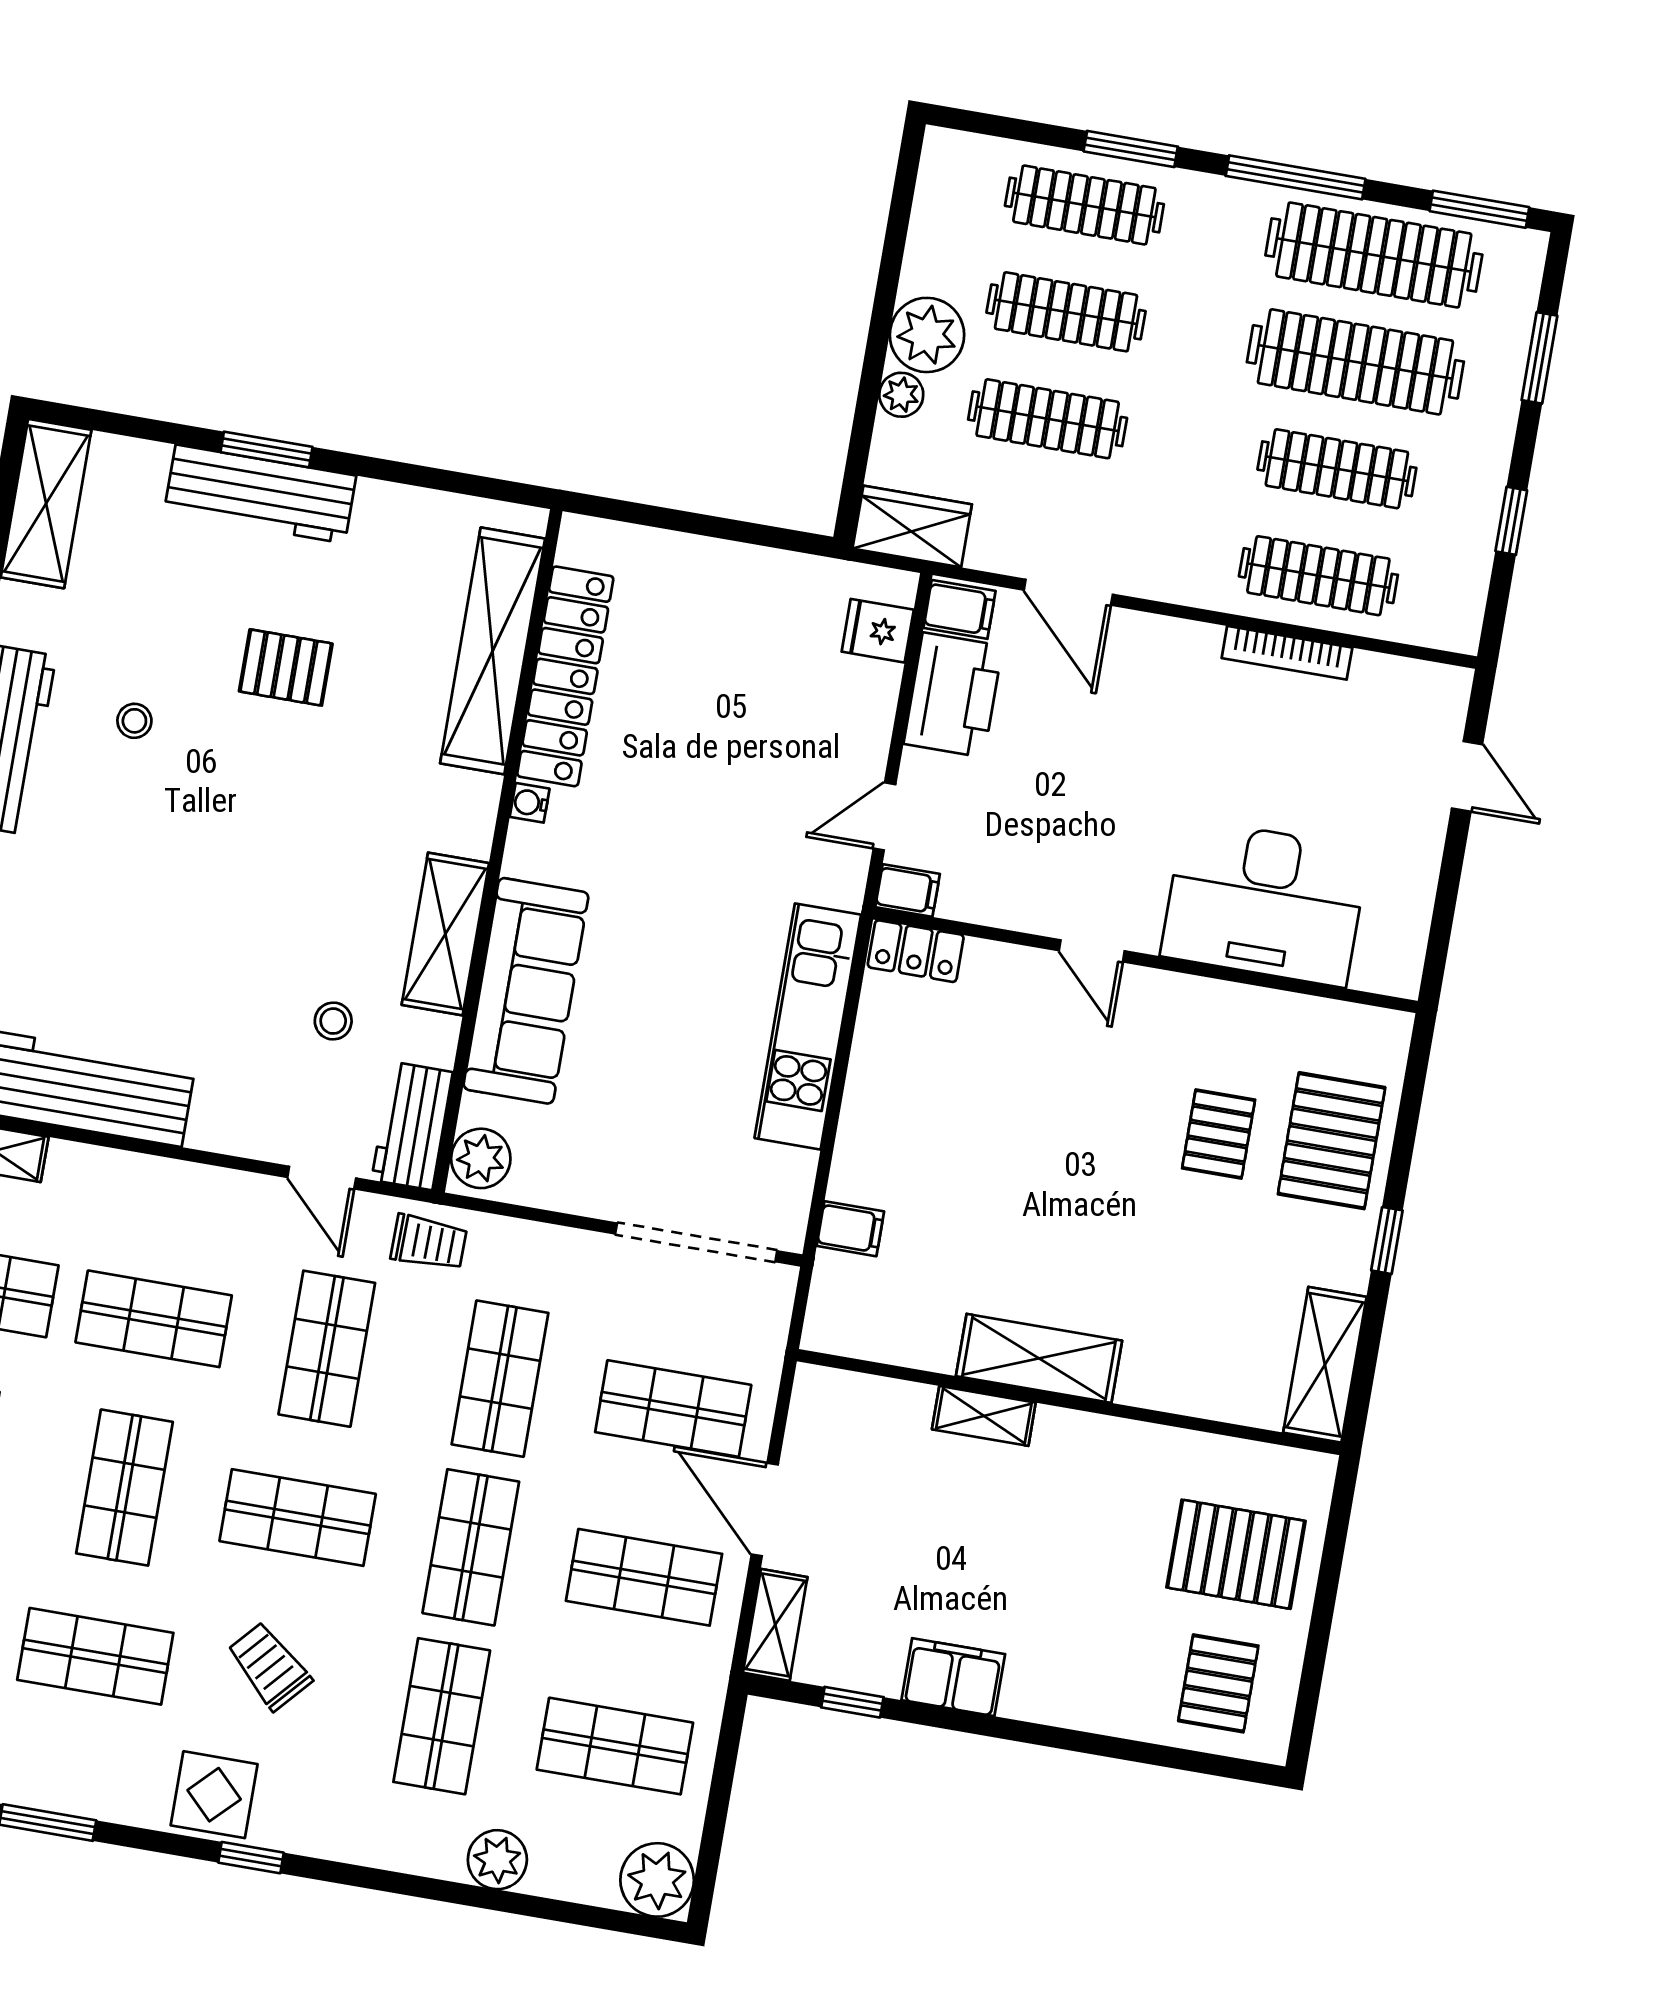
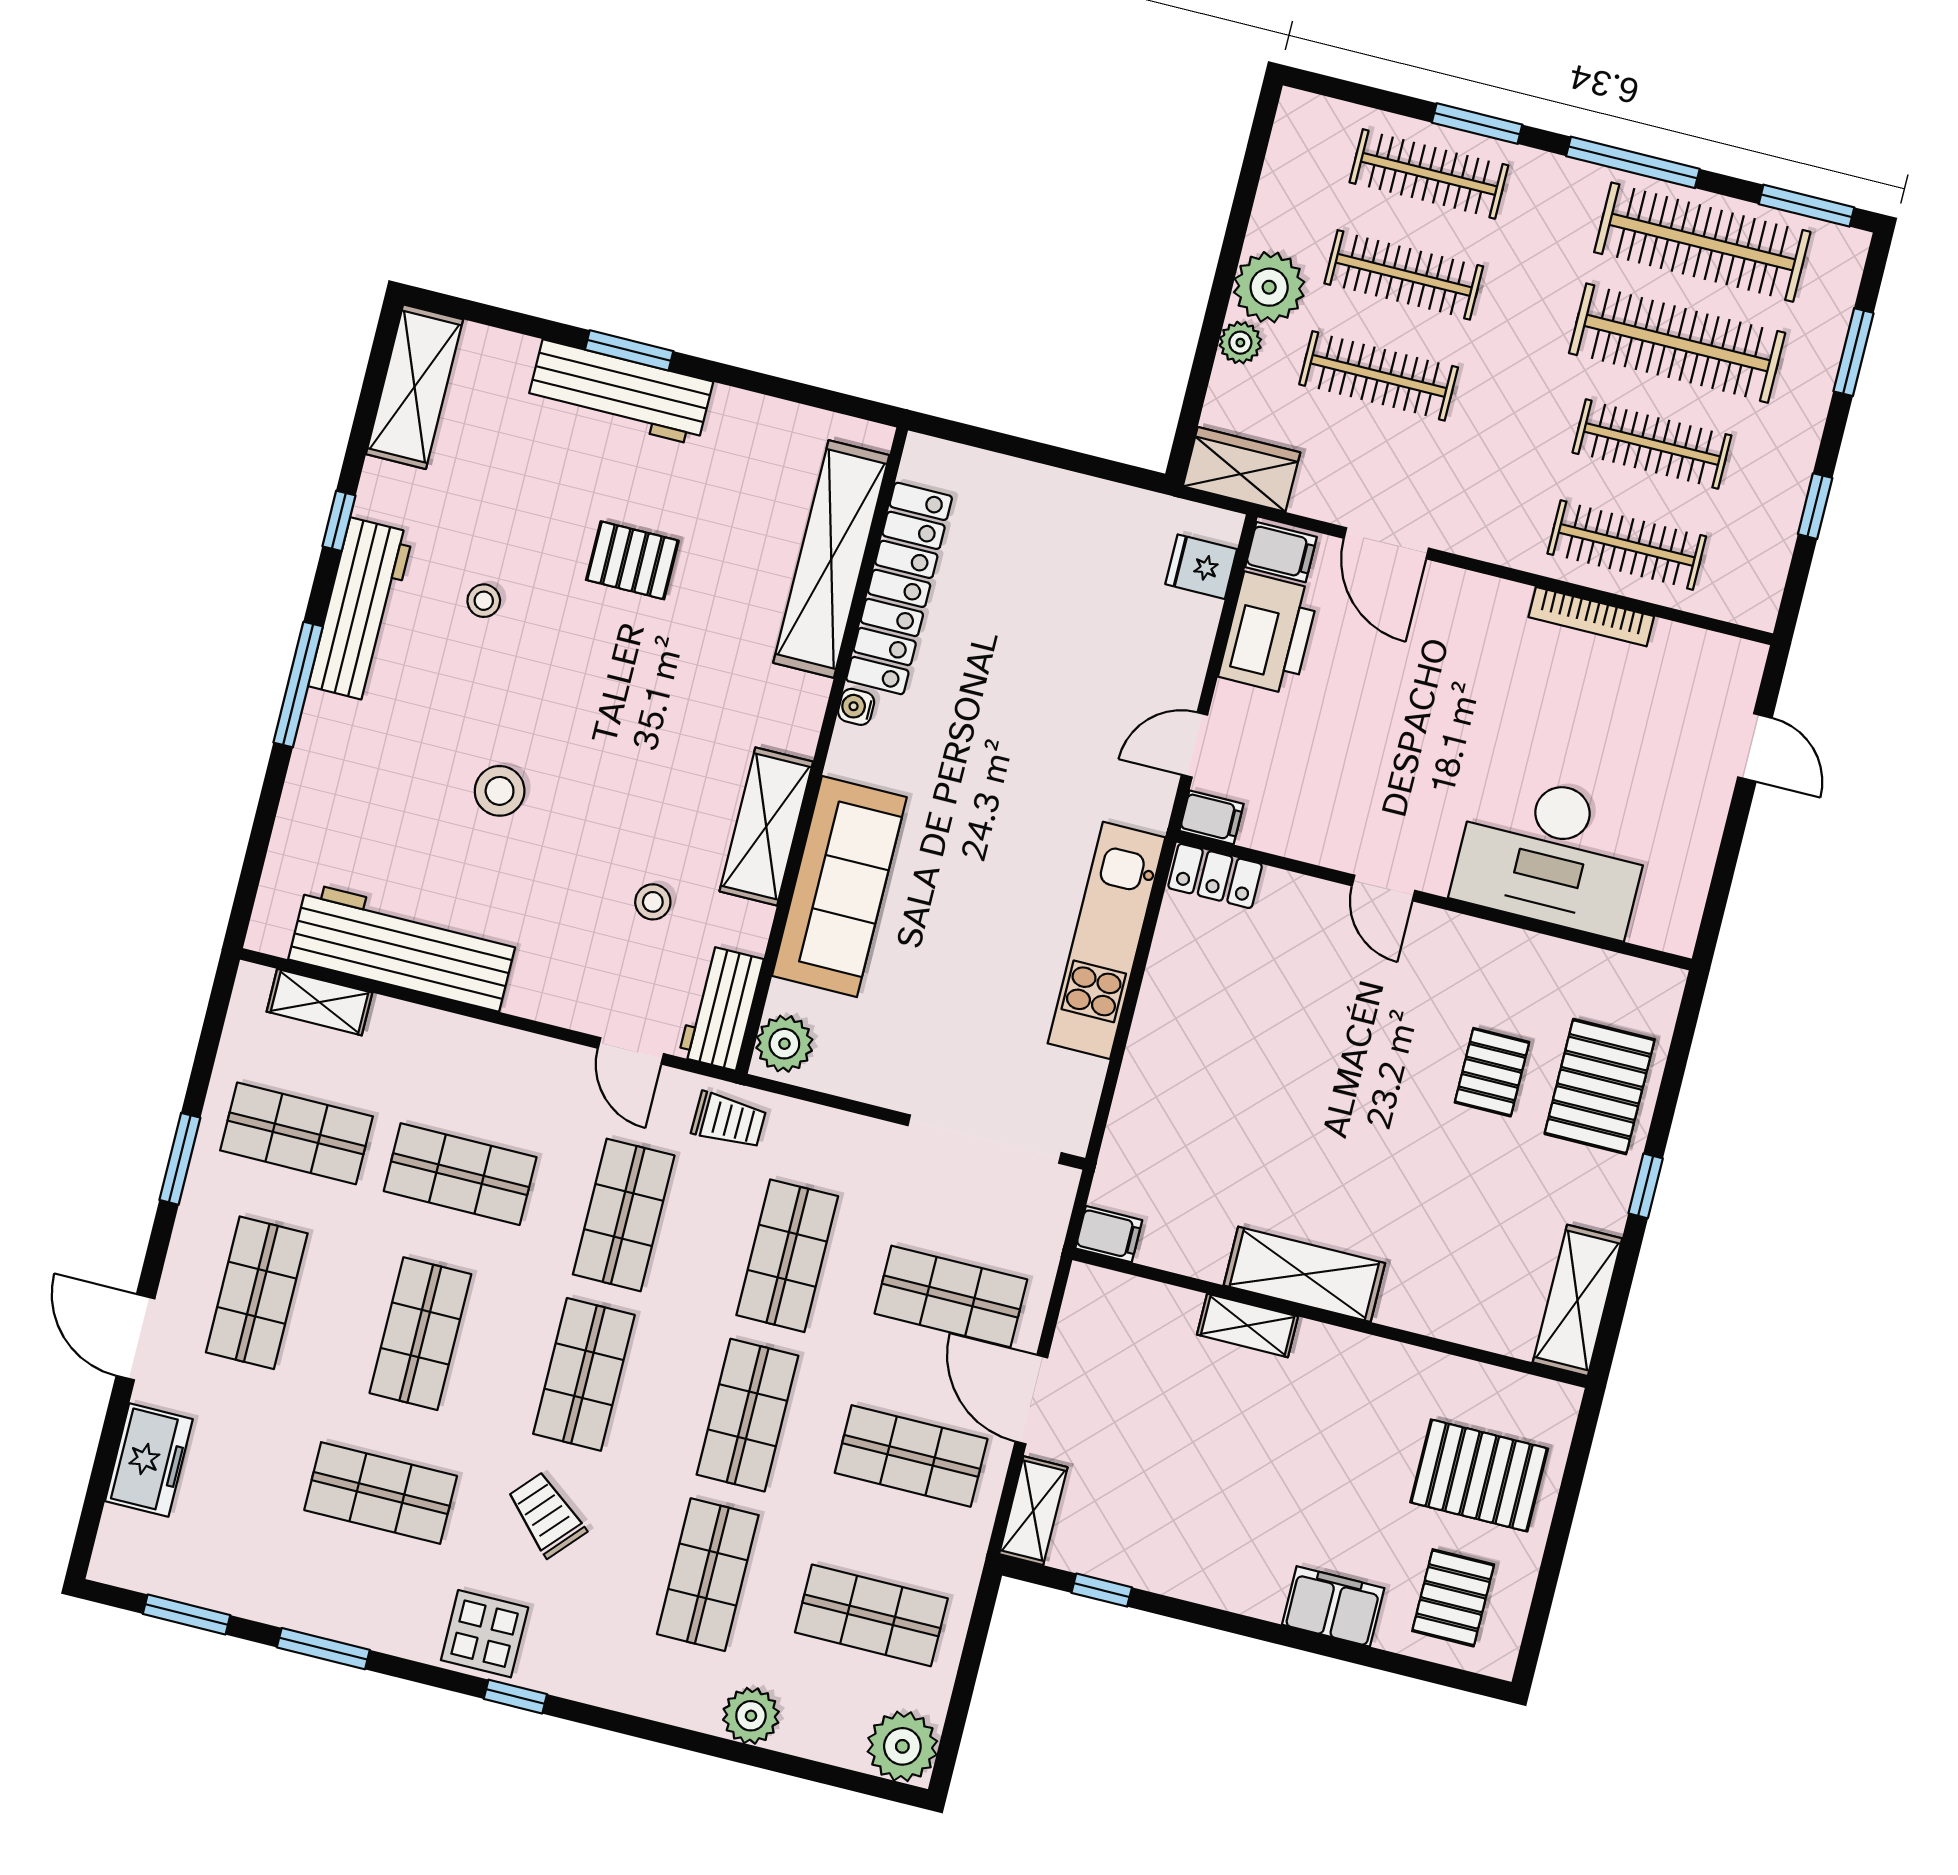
stool: (165, 917) -> (500, 791), added
filing cabinet: (850, 1229) -> (1109, 1234), moved
shop shelf: (298, 1517) -> (584, 1374), turned 90
filing cabinet: (953, 1677) -> (1333, 1606), moved

